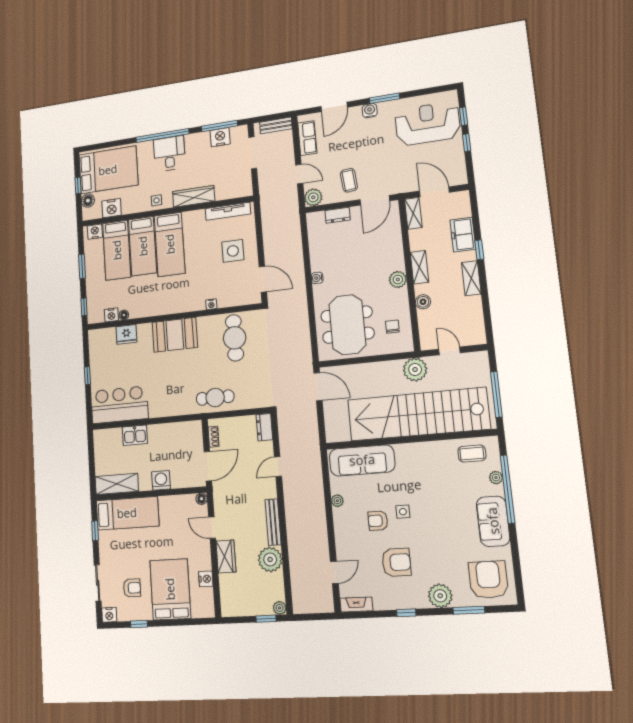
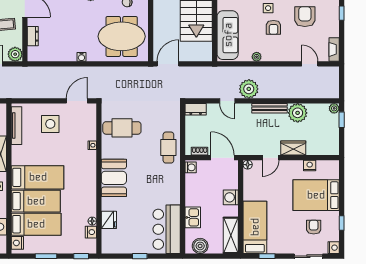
washing machine: (193, 427) -> (191, 167), added
boiler: (103, 447) -> (200, 246), added
plant: (295, 493) -> (249, 89), added

